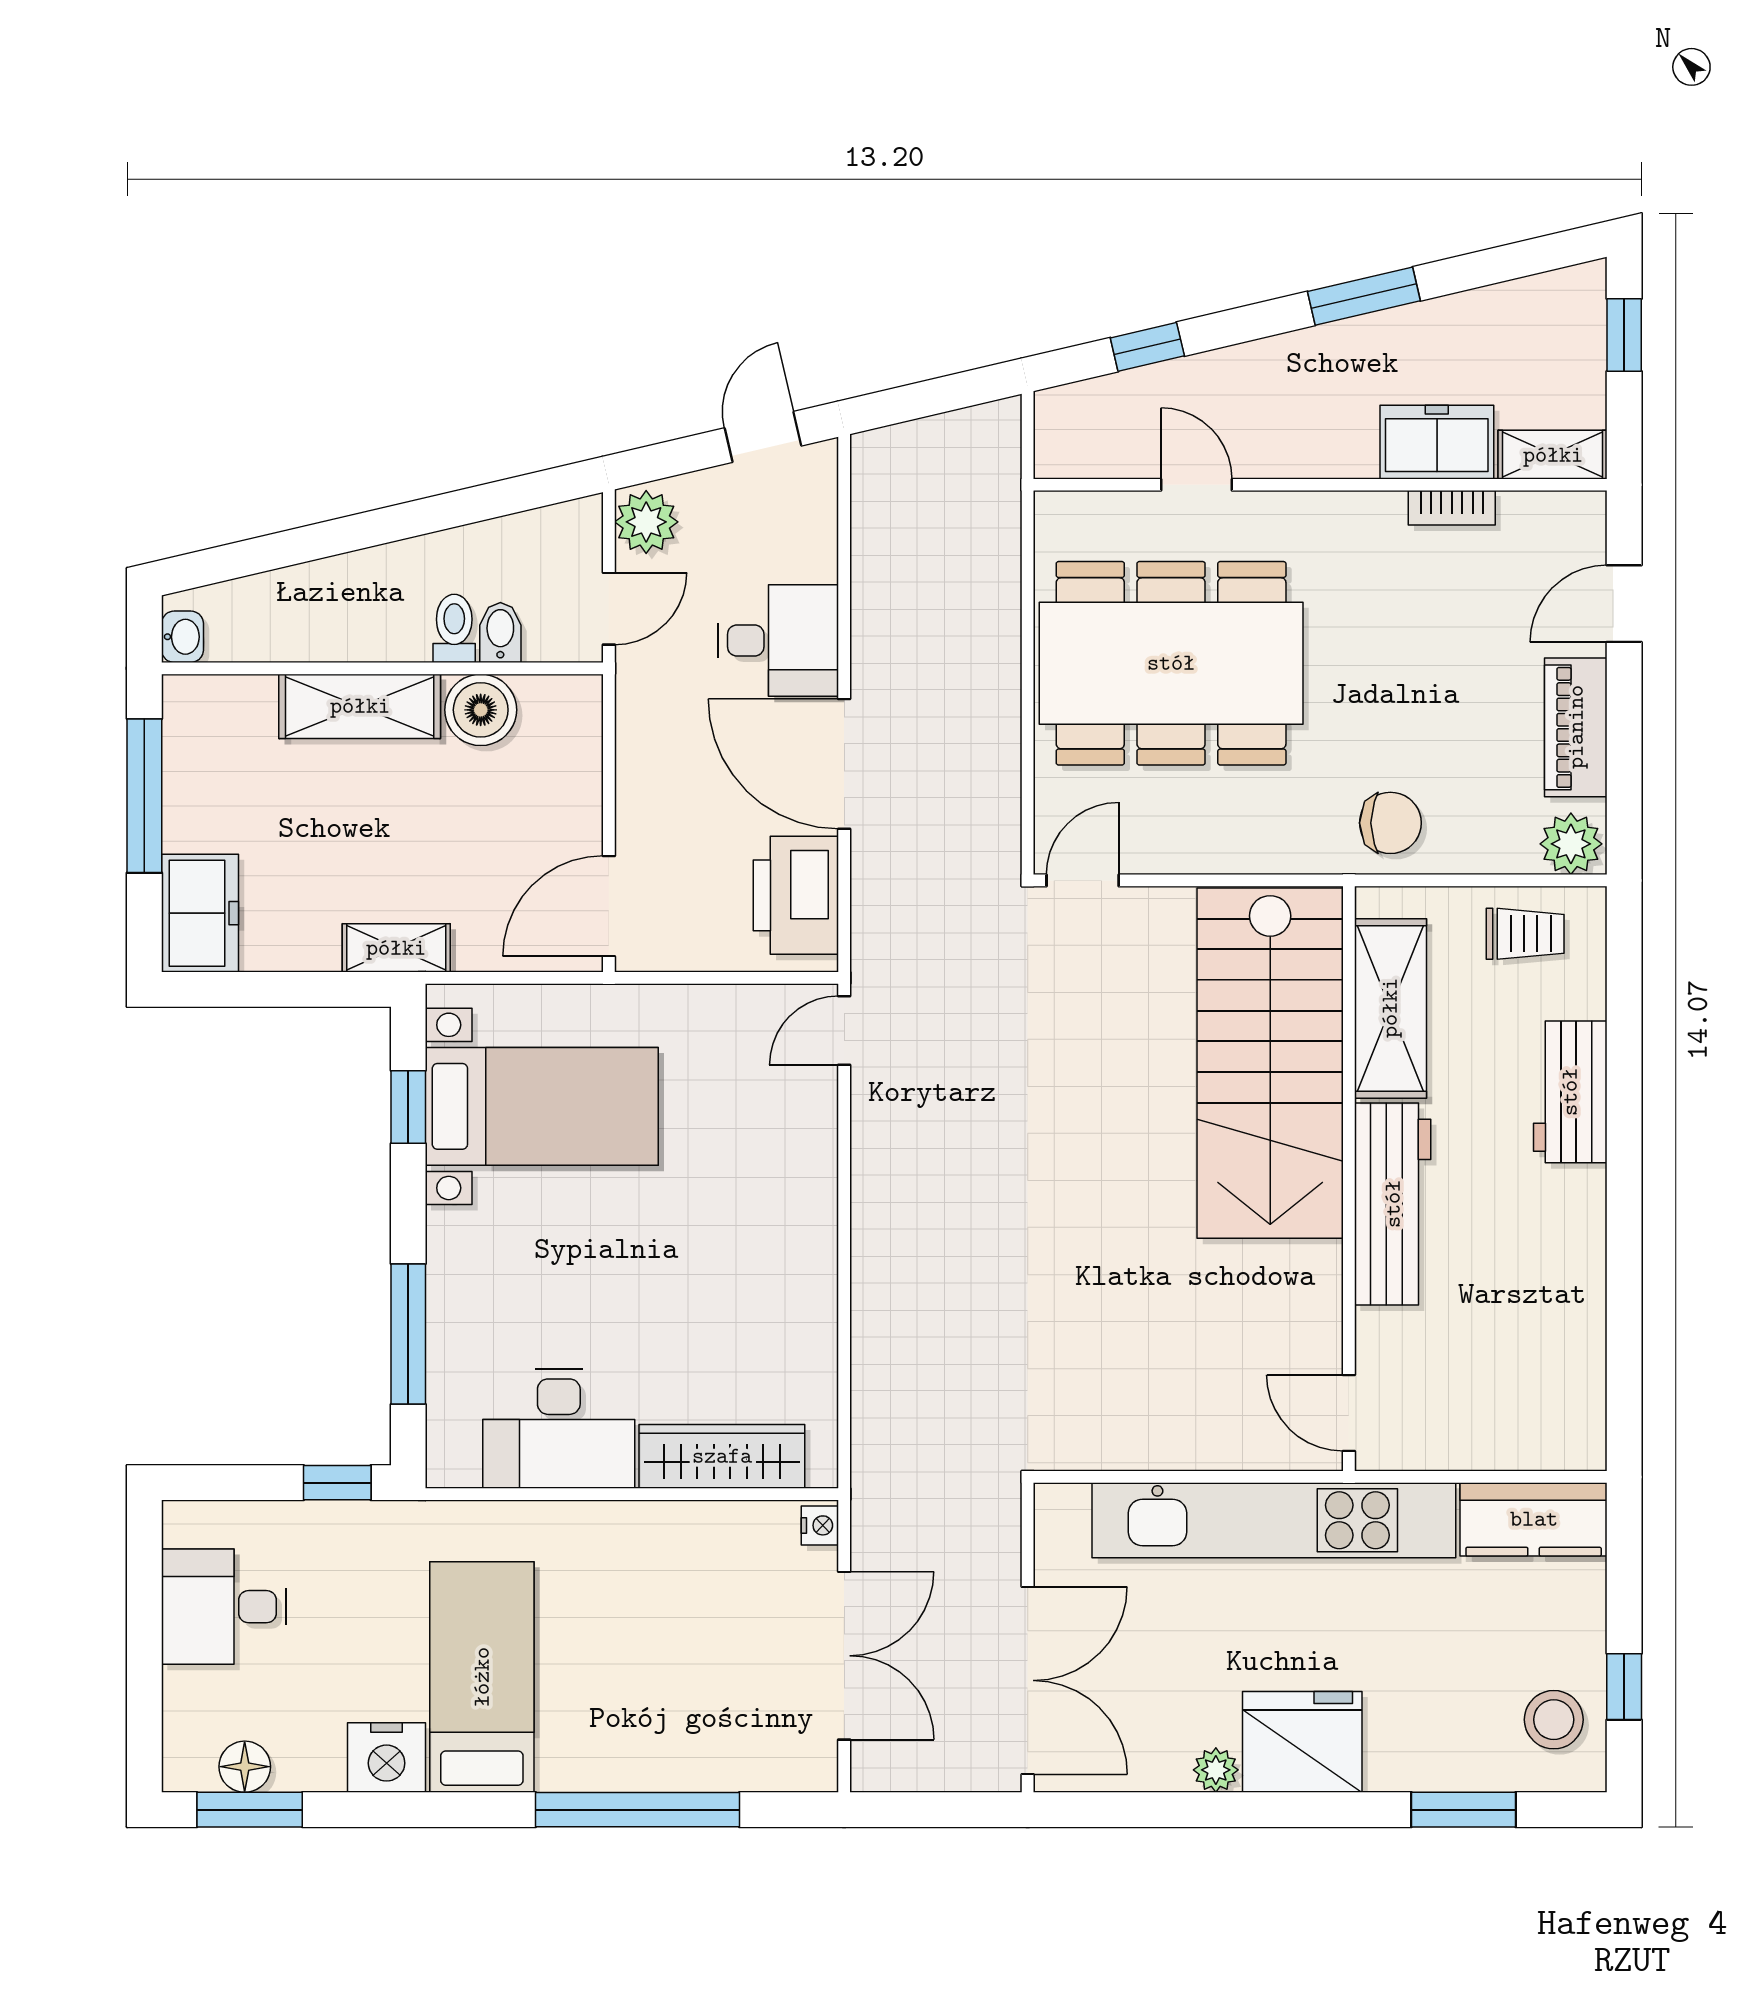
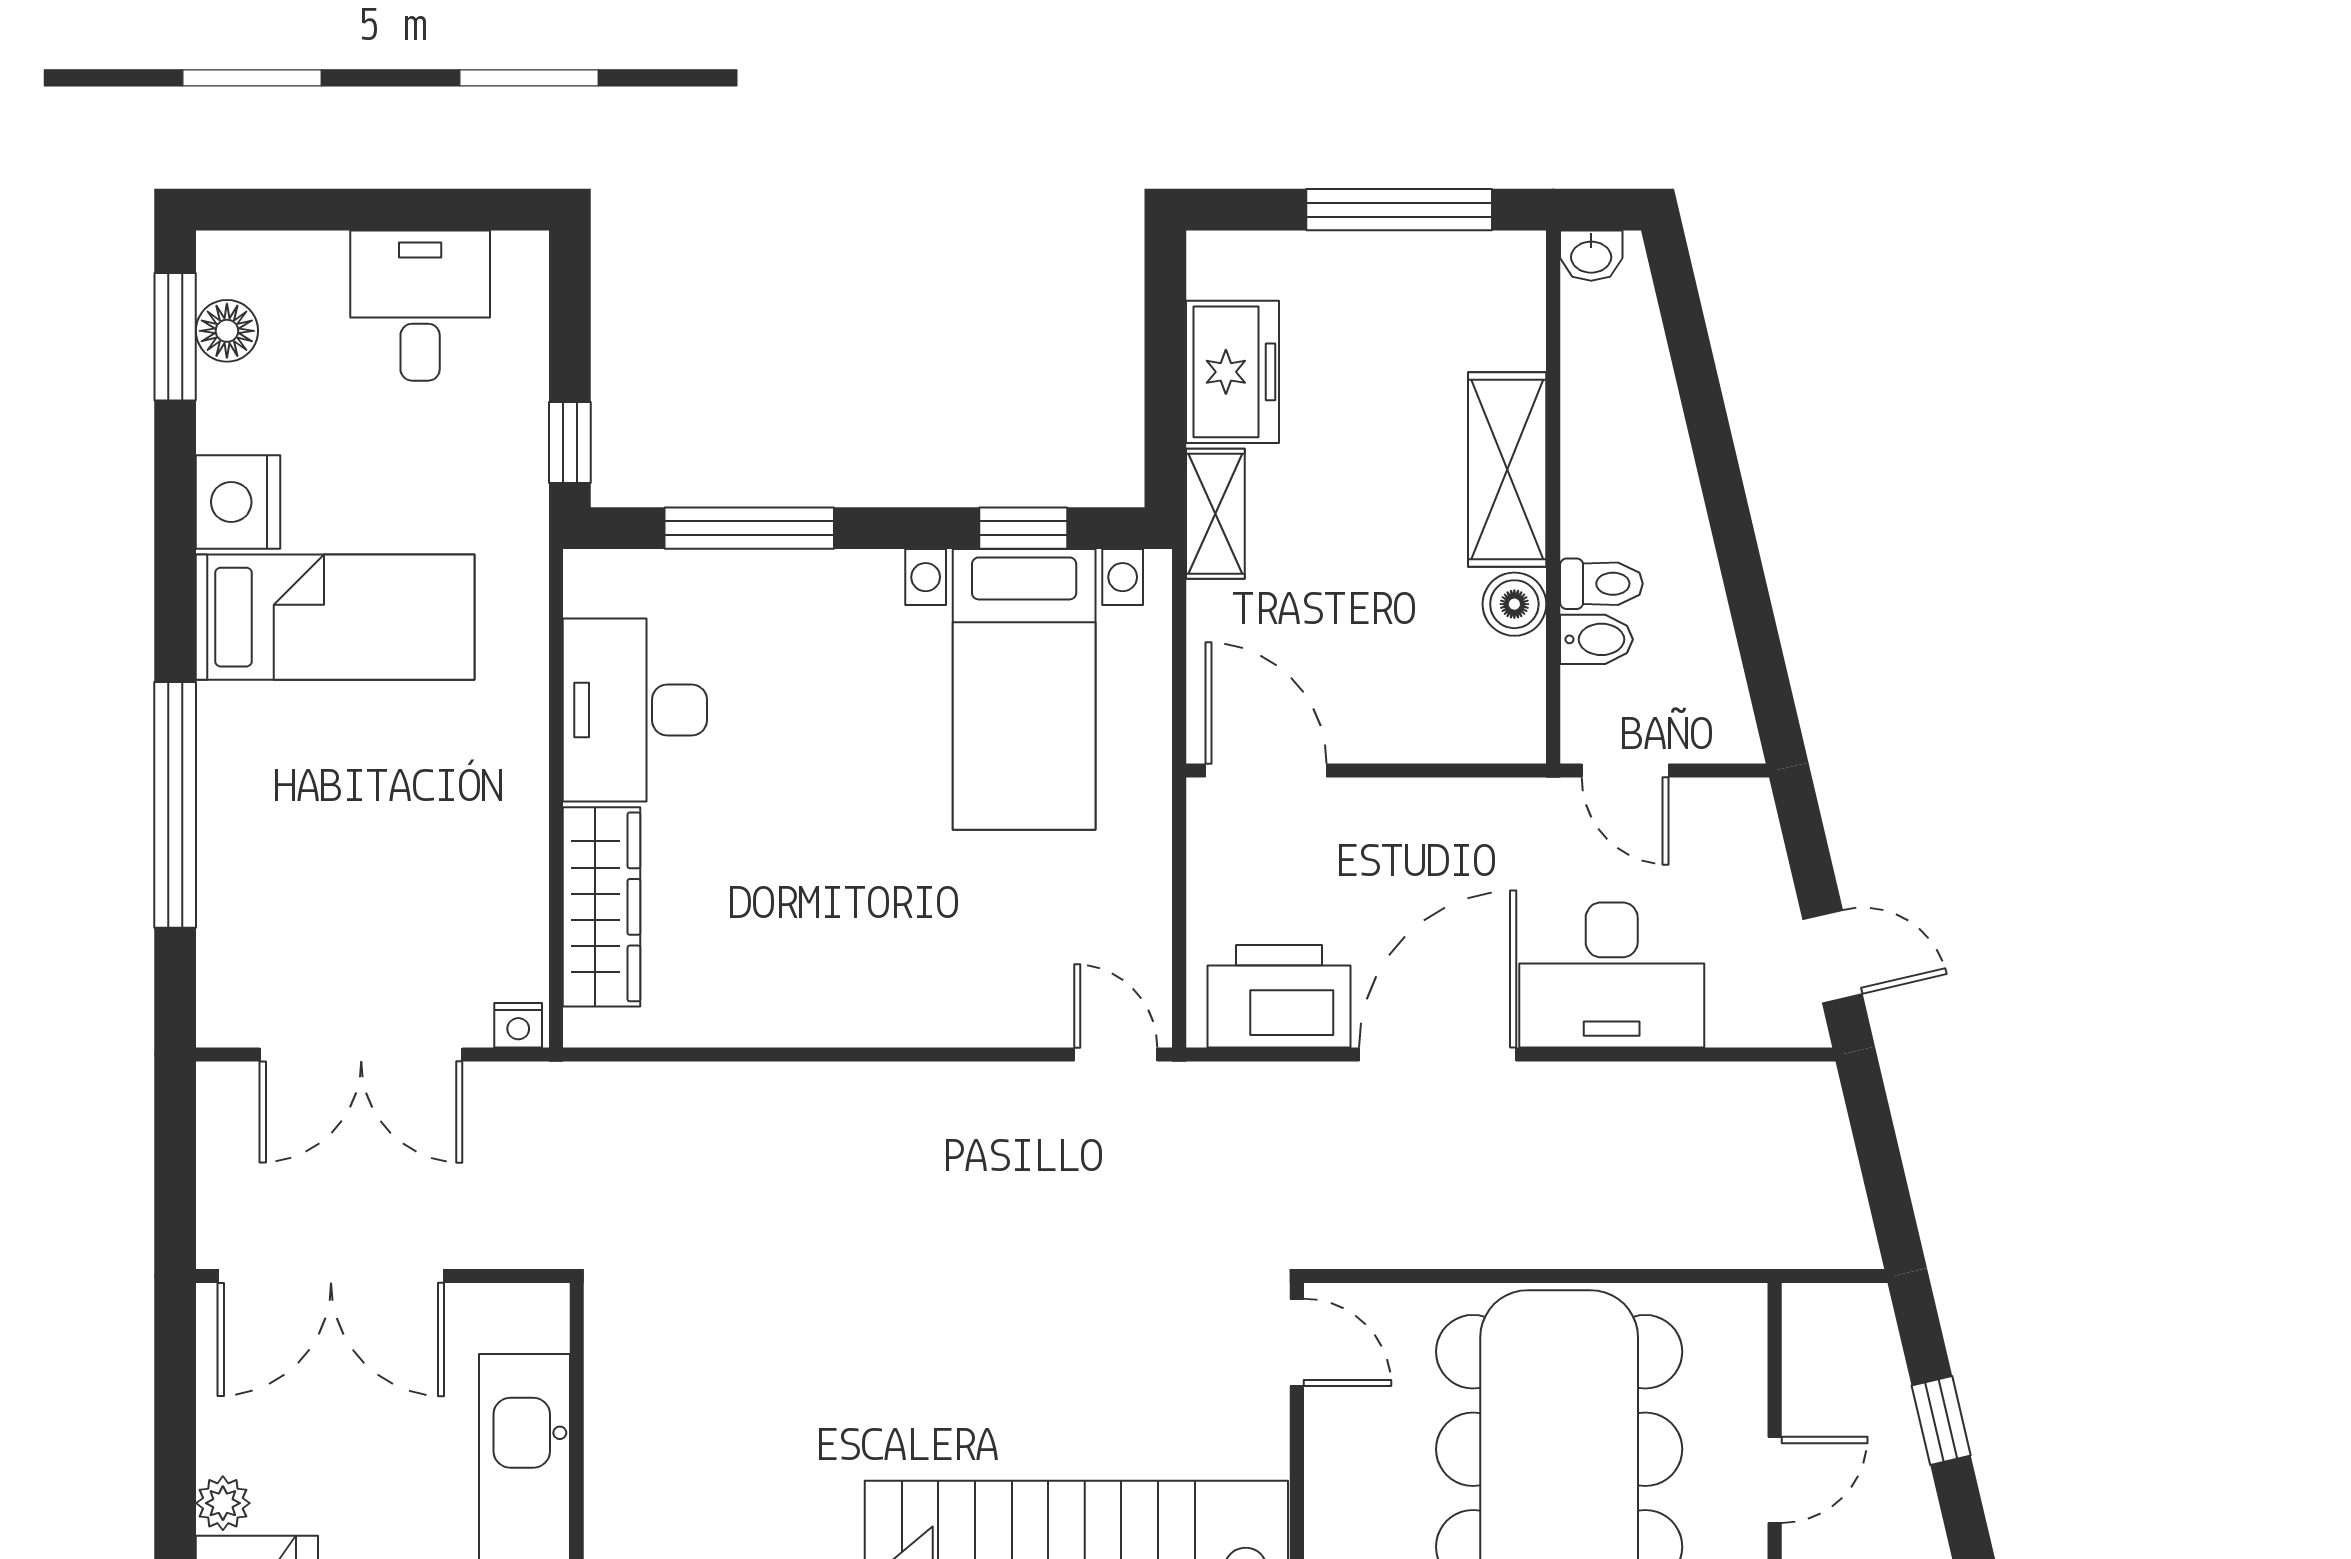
plant: (646, 522) -> (1730, 816), removed
desk: (778, 641) -> (1612, 975), width x1.37
boiler: (481, 710) -> (1514, 604), width x0.73, depth x0.73
freezer: (200, 913) -> (1232, 372), moved, turned -90

